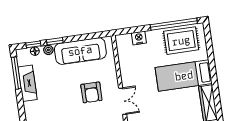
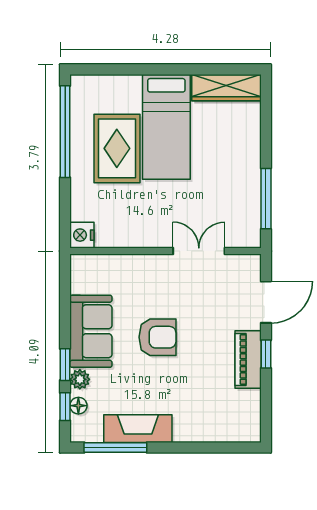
nightstand: (139, 38) -> (82, 235), moved
rug: (181, 41) -> (117, 148), moved
sofa: (80, 51) -> (91, 331), width x0.73
armchair: (91, 92) -> (157, 337), moved

